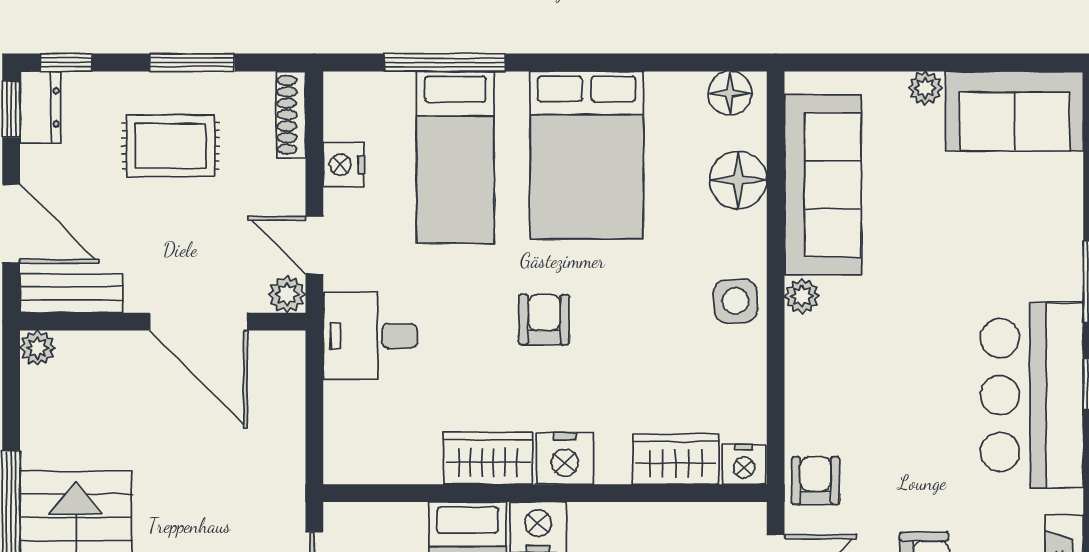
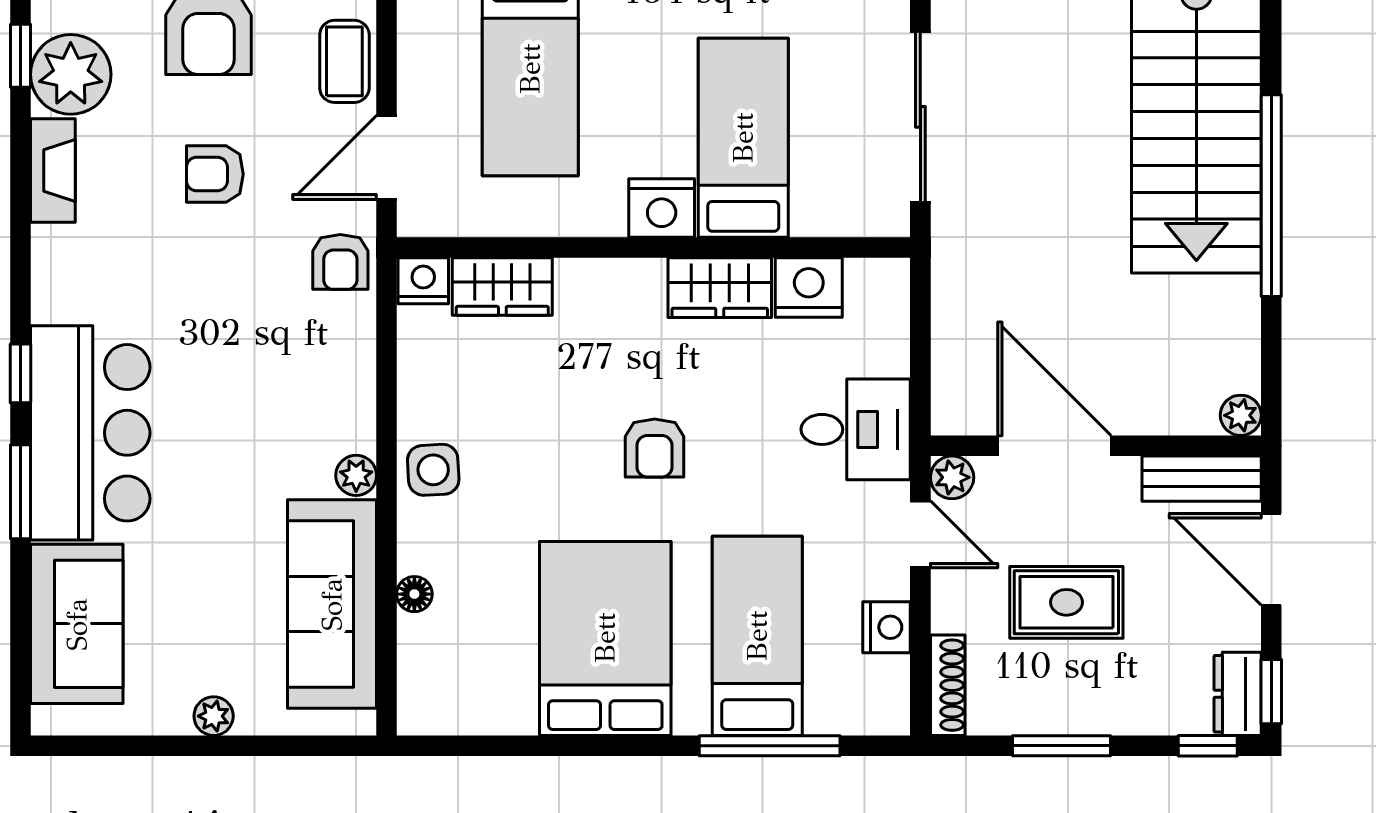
floor lamp: (730, 93) -> (440, 710), removed
sofa: (1014, 111) -> (77, 624), moved, turned 90
rug: (170, 146) -> (1066, 602), moved
floor lamp: (738, 180) -> (414, 594), width x0.53, depth x0.53
bar counter: (1032, 395) -> (90, 433), moved
nightstand: (565, 458) -> (809, 288), moved

